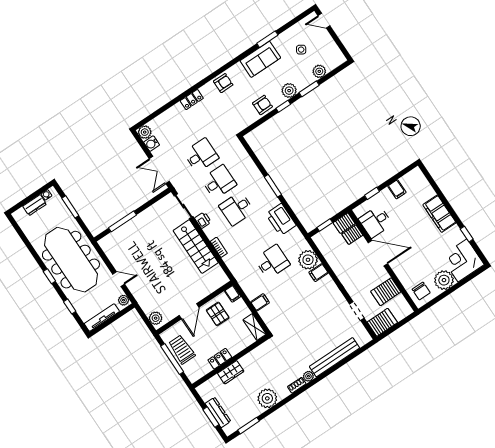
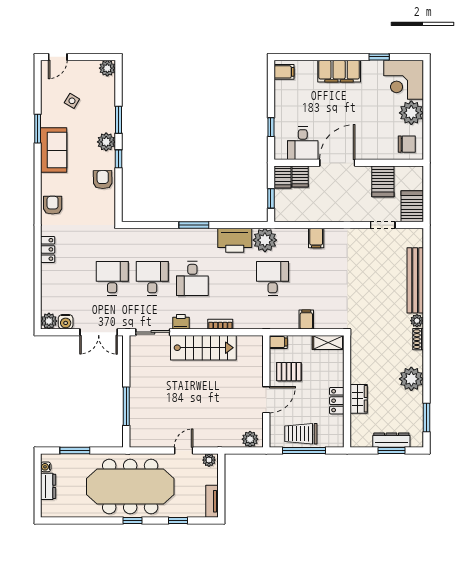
plant: (319, 71) -> (107, 68), moved
filing cabinet: (397, 189) -> (284, 72), moved
plant: (308, 260) -> (265, 240), moved
door: (189, 311) -> (266, 400), hinge flipped
tv unit: (102, 318) -> (212, 501), width x0.71

